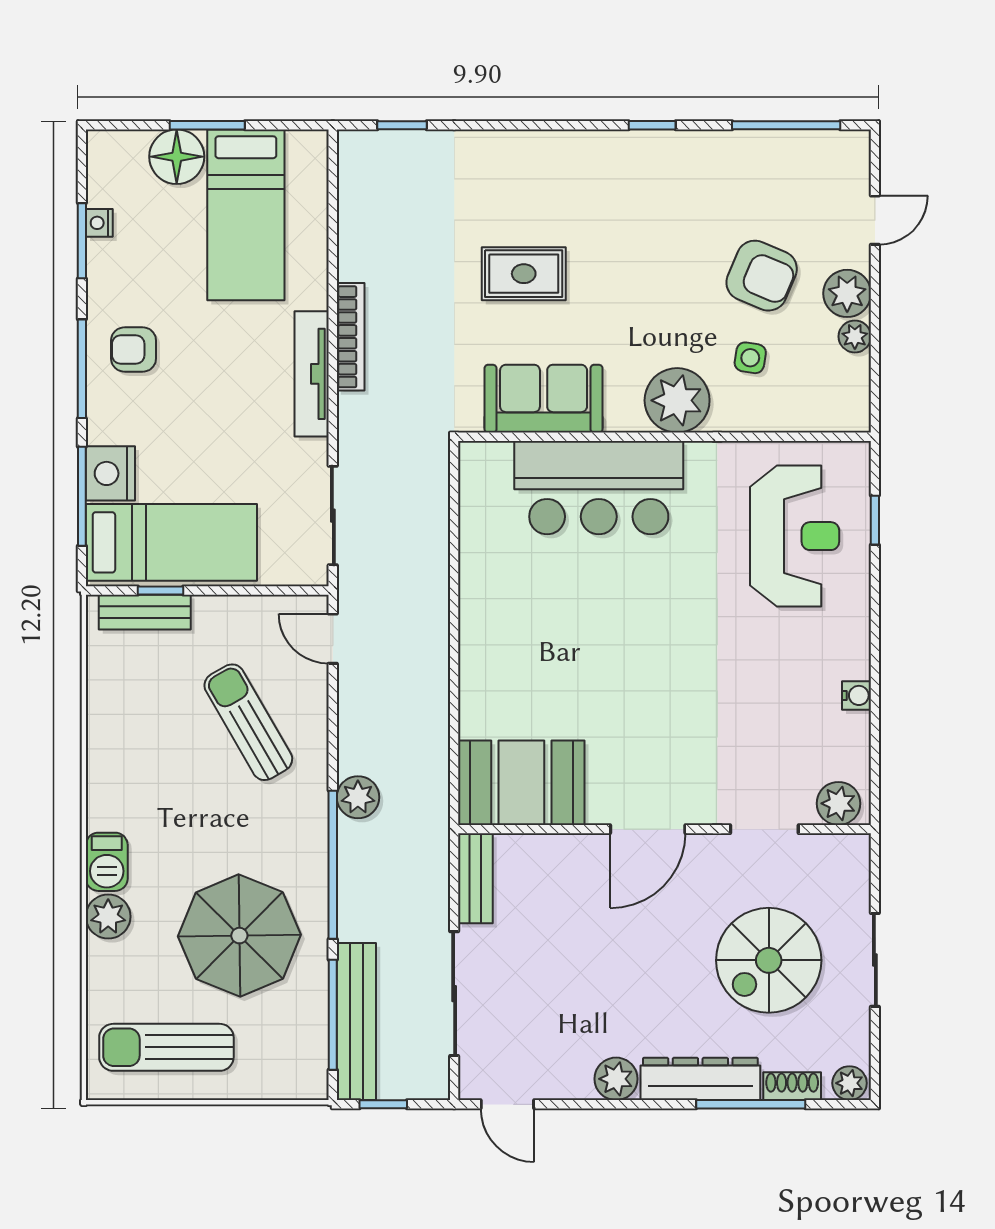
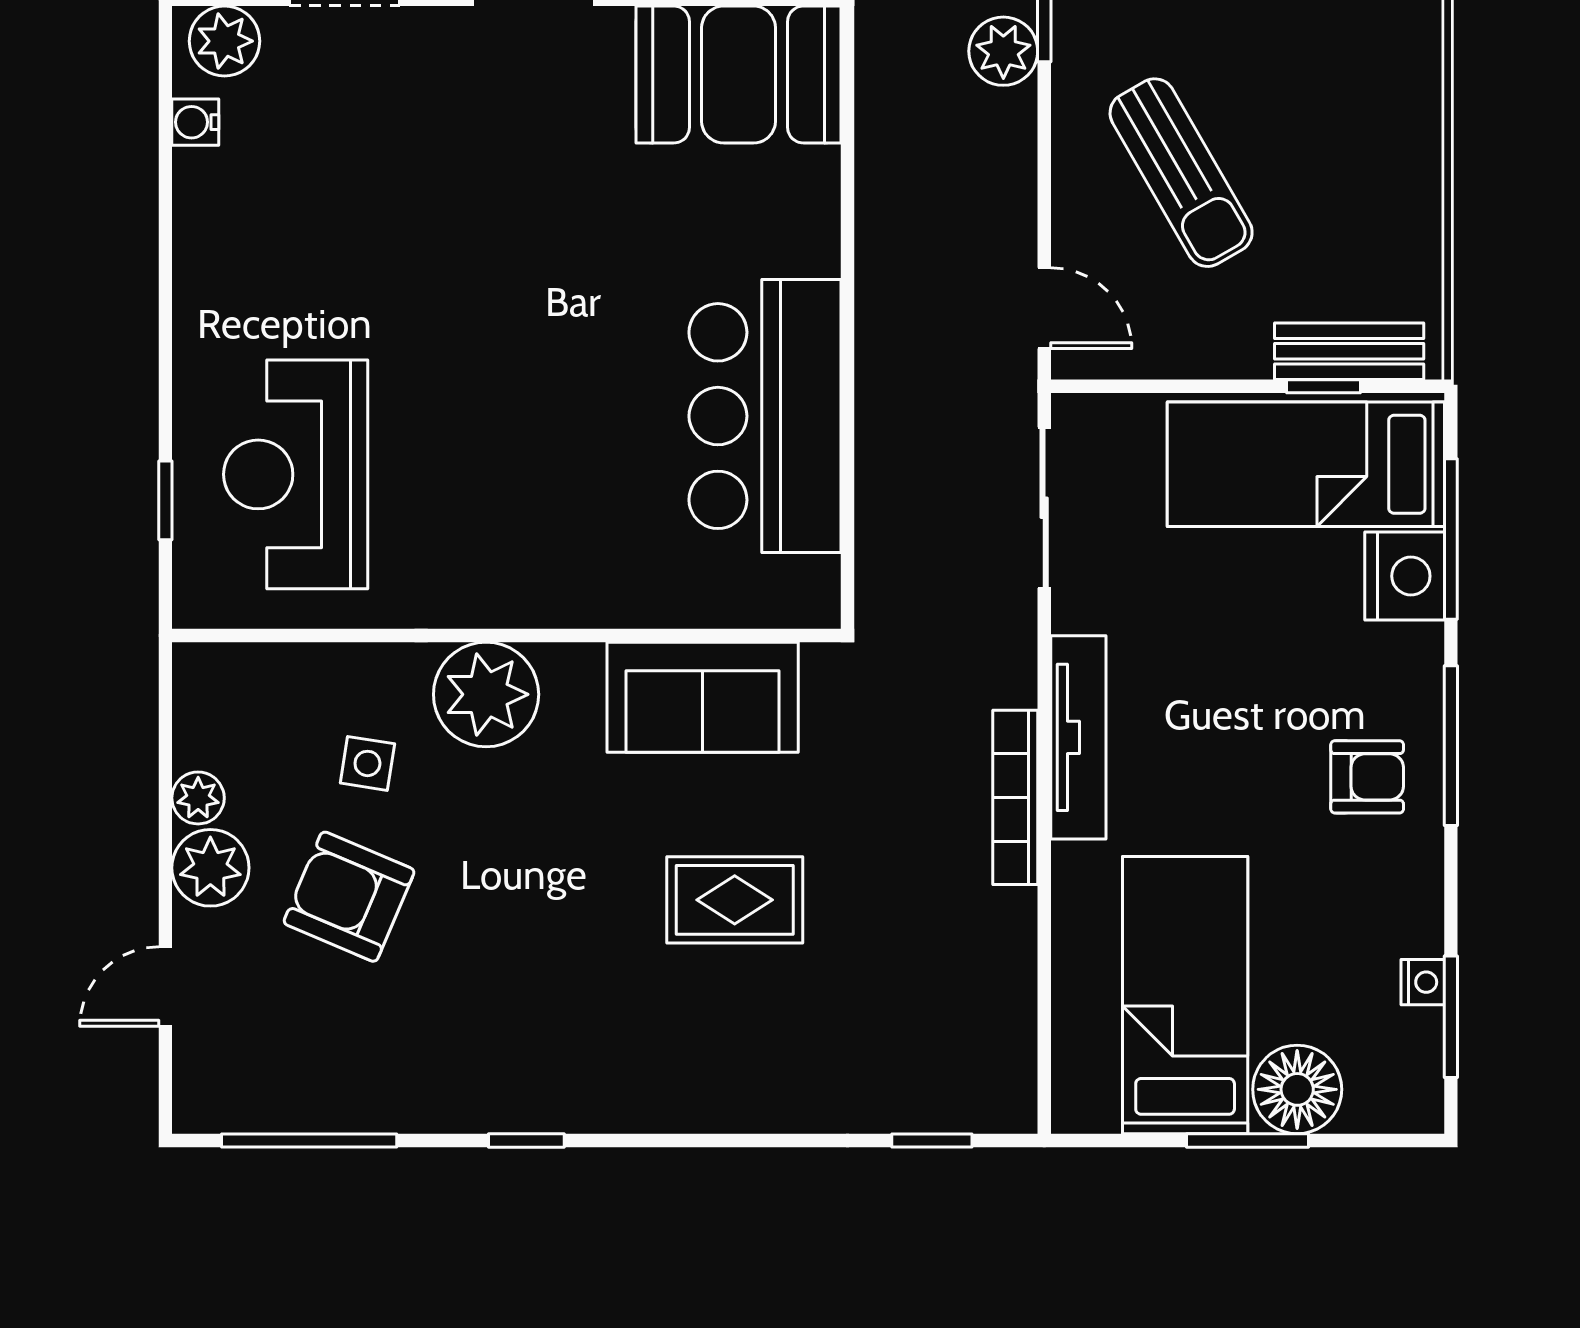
window: (82, 241) -> (1451, 1017), moved
bar counter: (599, 488) -> (765, 416), moved, turned -90
water cooler: (856, 695) -> (195, 122), moved

